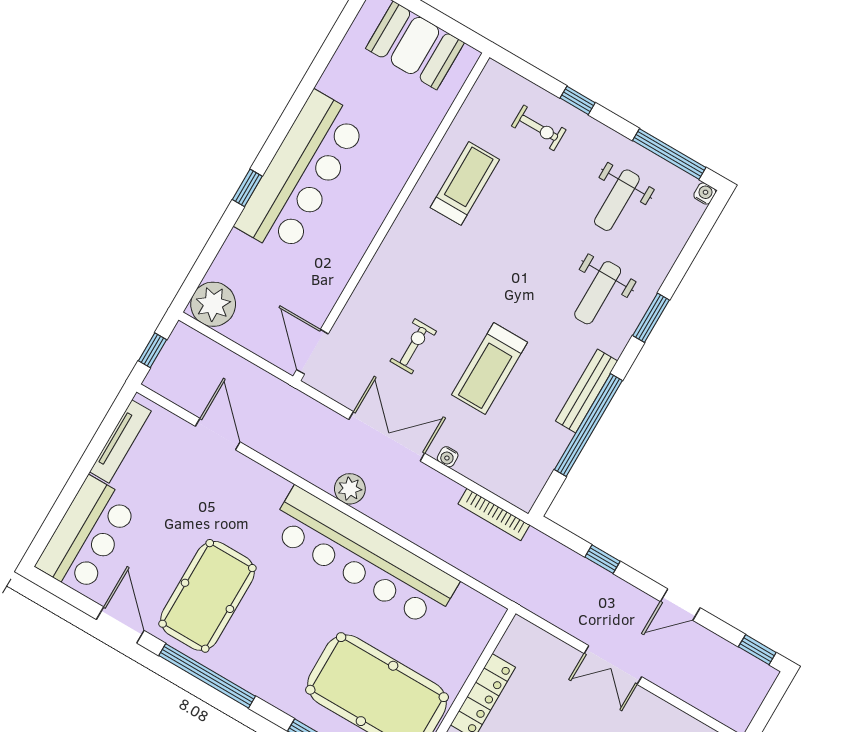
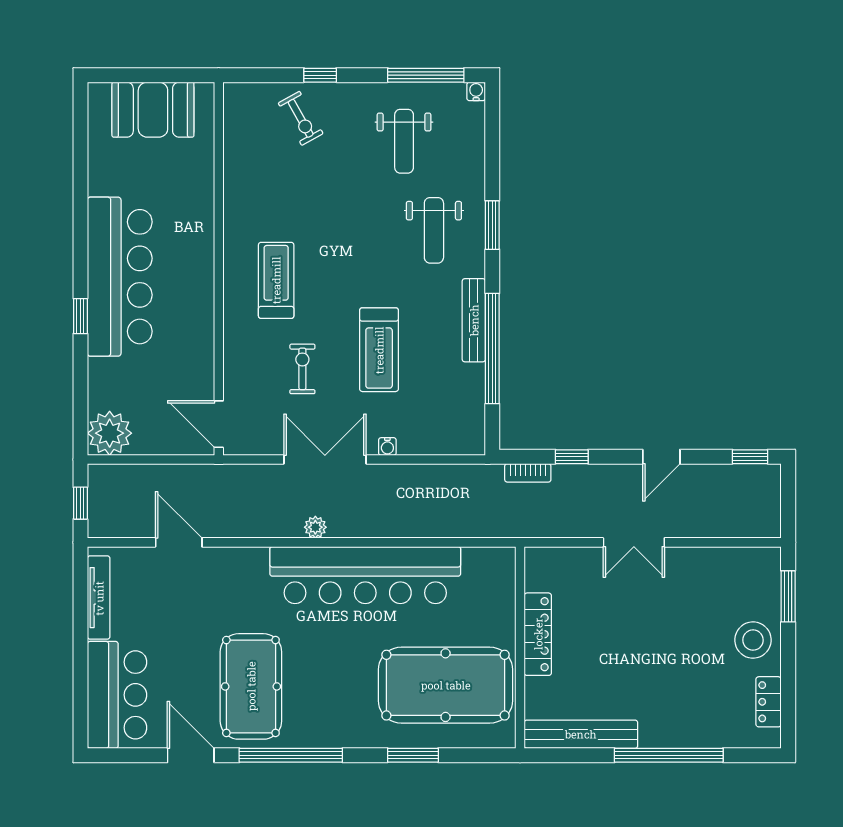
exercise bike: (539, 128) -> (301, 118), turned 61
treadmill: (465, 183) -> (276, 280), moved
plant: (350, 489) -> (315, 527), width x0.73, depth x0.73
bookcase: (494, 515) -> (528, 473), moved, width x0.64

